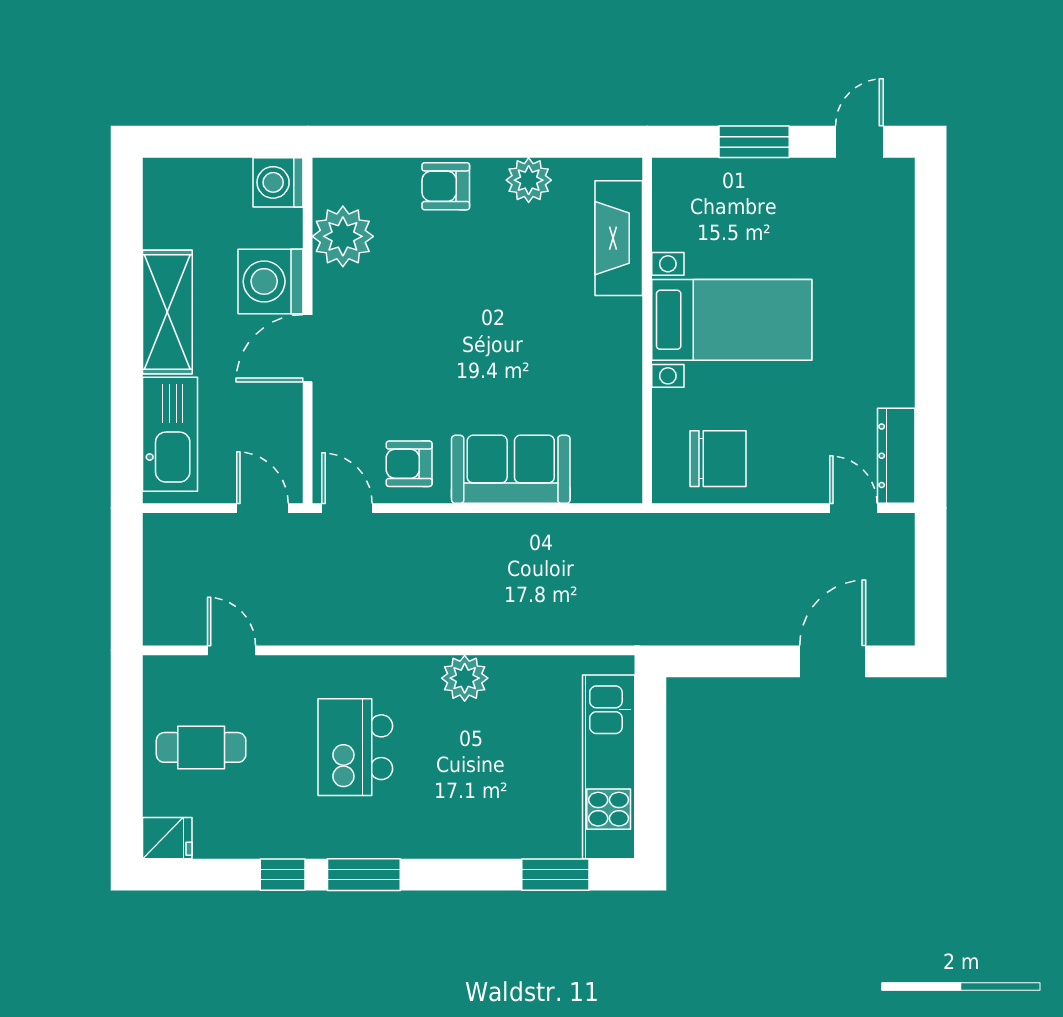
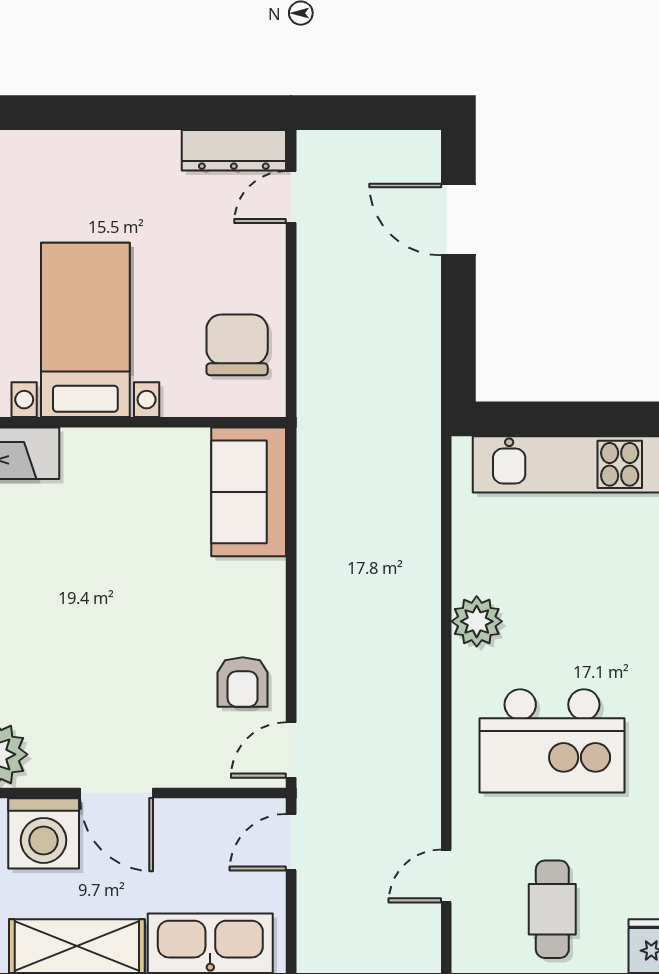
sofa: (511, 469) -> (249, 492), moved
kitchen island: (355, 747) -> (552, 741), width x1.37, depth x1.28

